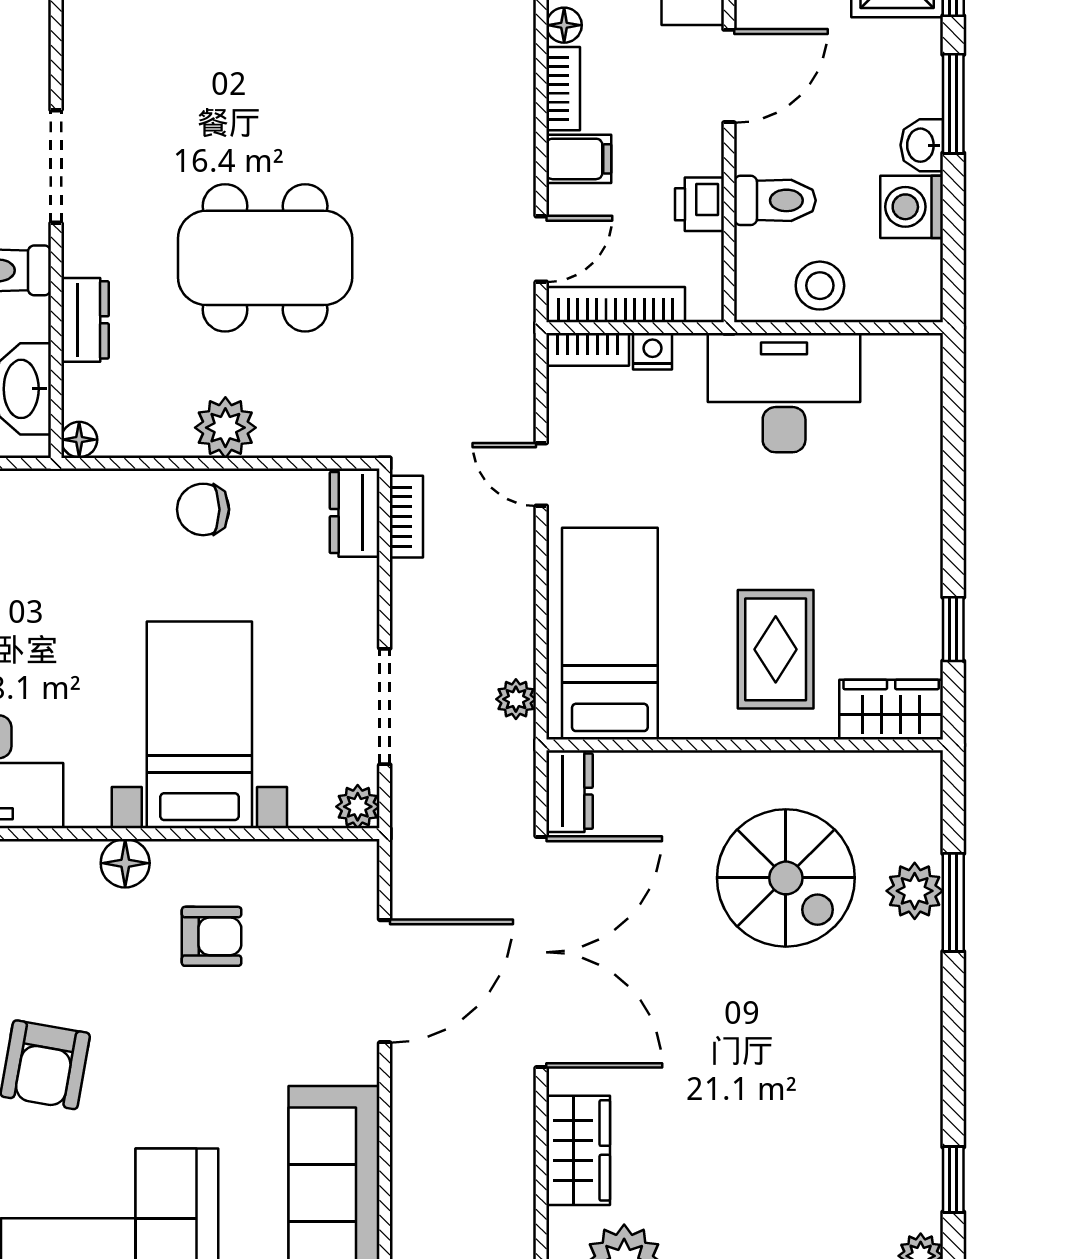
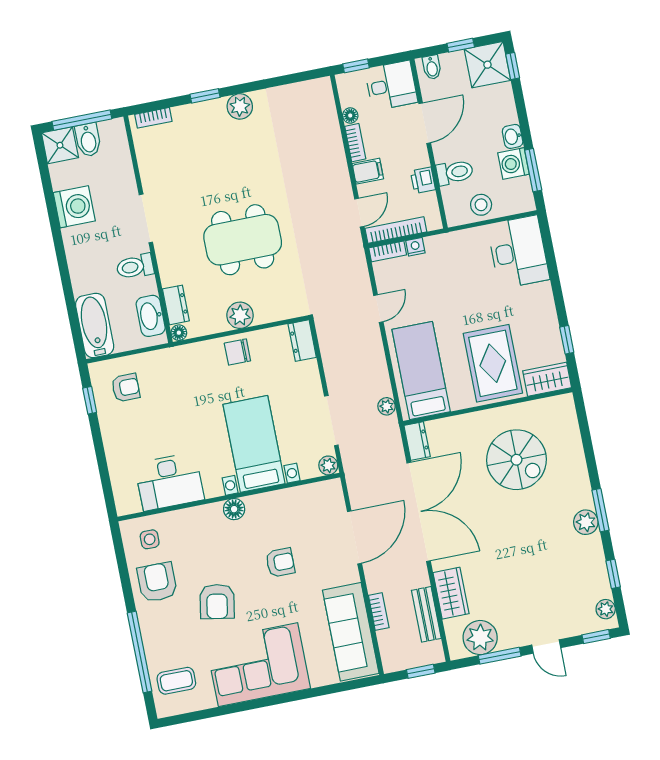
window: (953, 104) -> (533, 170), moved
dresser: (85, 320) -> (176, 305), moved
desk: (784, 393) -> (518, 252), moved, turned 90
door: (541, 474) -> (378, 309), swing flipped
bookcase: (406, 517) -> (379, 612), moved
rug: (776, 649) -> (493, 363), width x1.36, depth x1.43
plant: (915, 891) -> (586, 522), moved
window: (953, 902) -> (601, 510), moved
armchair: (212, 936) -> (280, 562), moved
bench: (513, 1187) -> (426, 614), added

